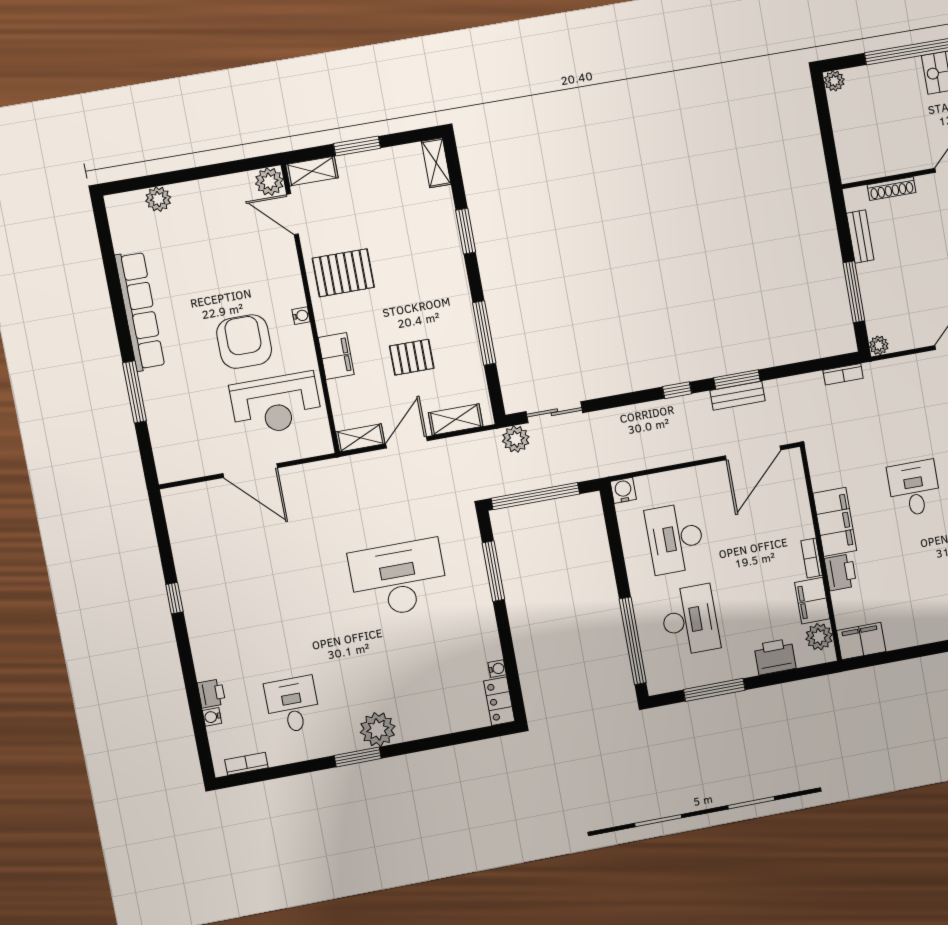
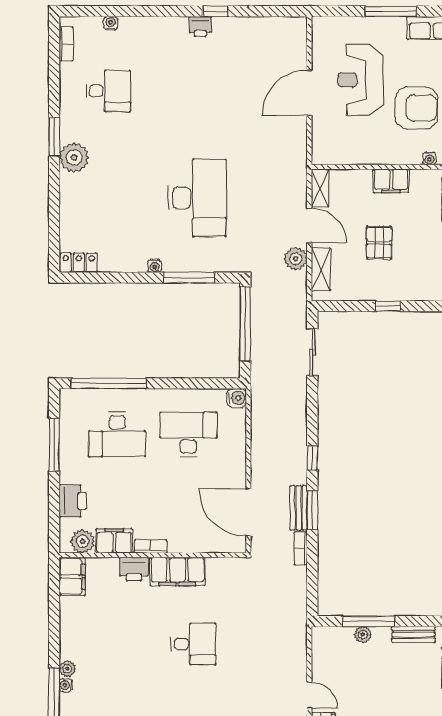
window: (484, 333) -> (388, 306), width x0.46
plant: (879, 345) -> (363, 635), moved
bookcase: (843, 374) -> (301, 548), moved
reception desk: (276, 404) -> (360, 80), moved
plant: (516, 439) -> (296, 259), moved
water cooler: (497, 669) -> (155, 266), moved
printer: (211, 693) -> (200, 26), moved

